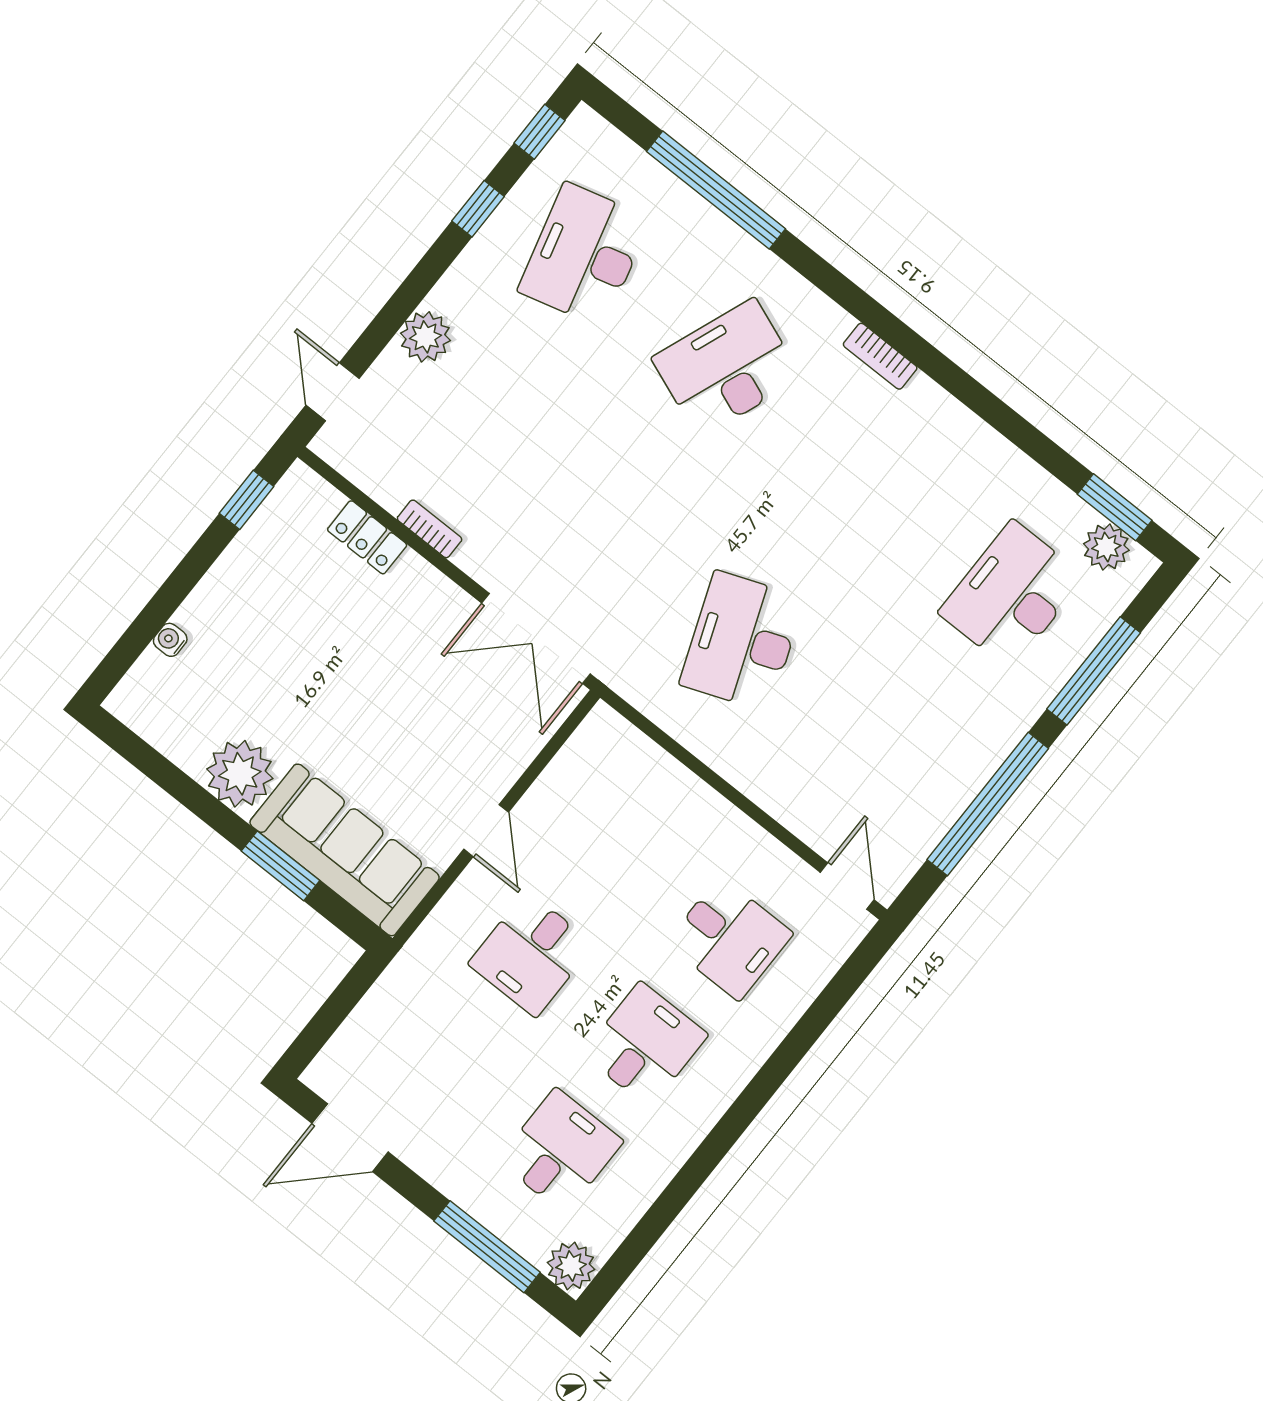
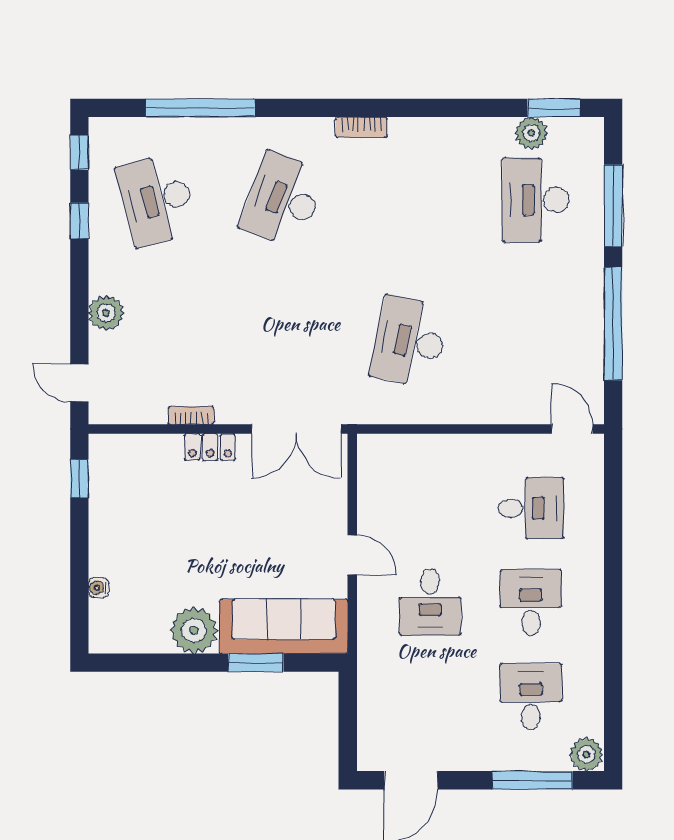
locker: (367, 537) -> (210, 447), moved
plant: (1106, 547) -> (531, 133), moved
desk: (742, 641) -> (409, 342), turned 33

